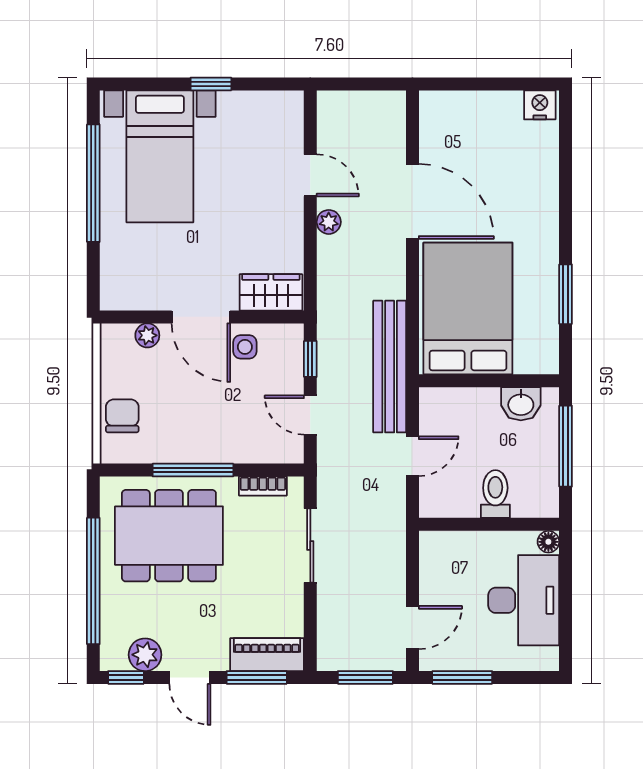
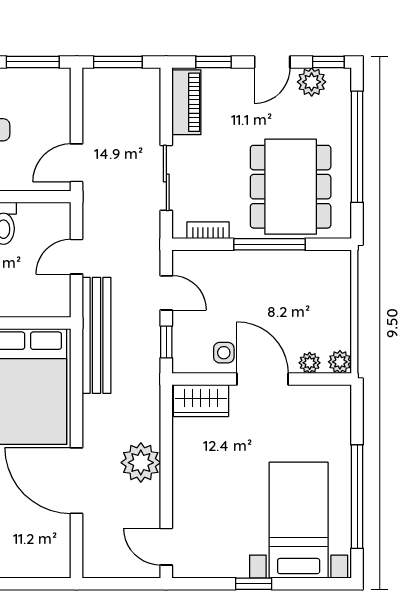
door: (310, 175) -> (166, 547), moved
plant: (329, 222) -> (141, 463), width x1.88, depth x1.88
plant: (113, 336) -> (340, 362), added
chair: (122, 416) -> (332, 292), removed
dining table: (169, 536) -> (291, 187), turned 90
door: (412, 628) -> (76, 163), moved
piano: (267, 655) -> (186, 102), moved, turned -90
door: (190, 677) -> (272, 62), swing flipped
window: (257, 677) -> (213, 62), width x0.67

